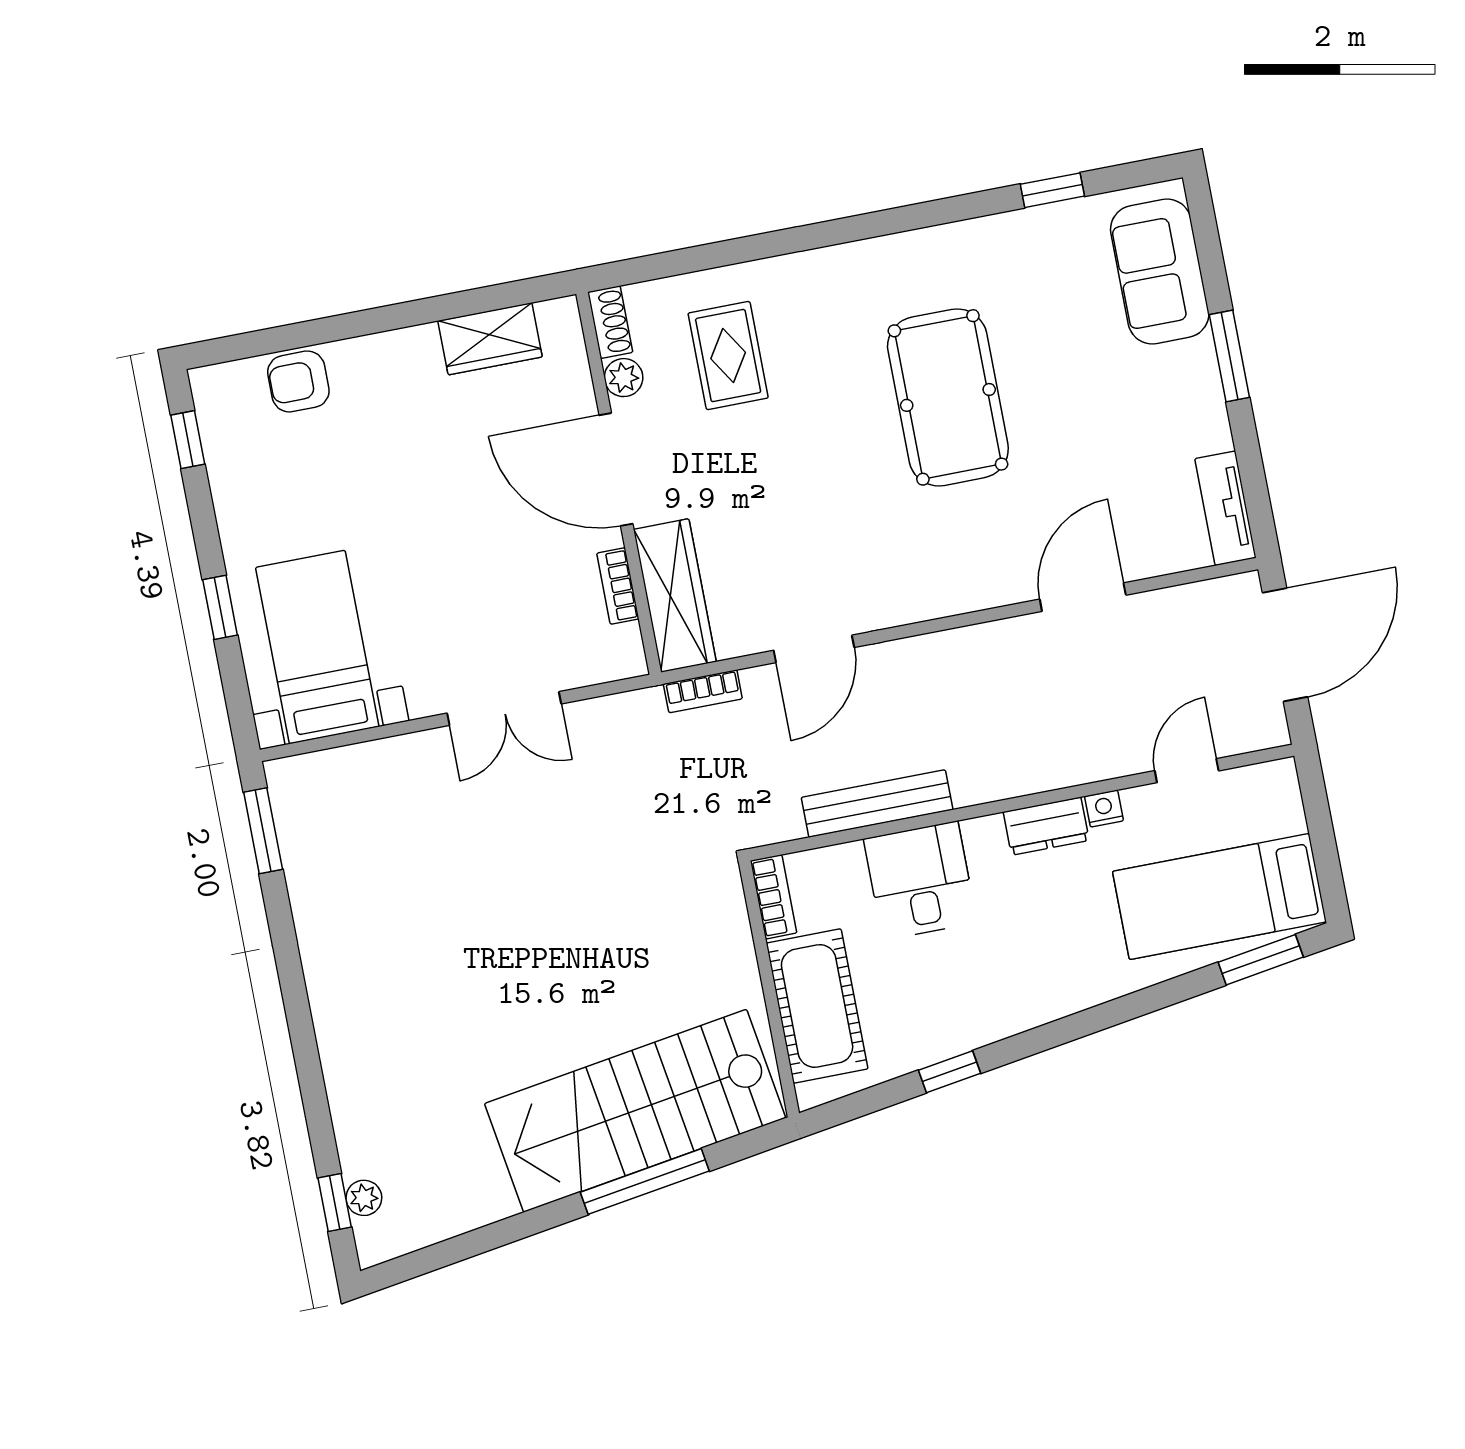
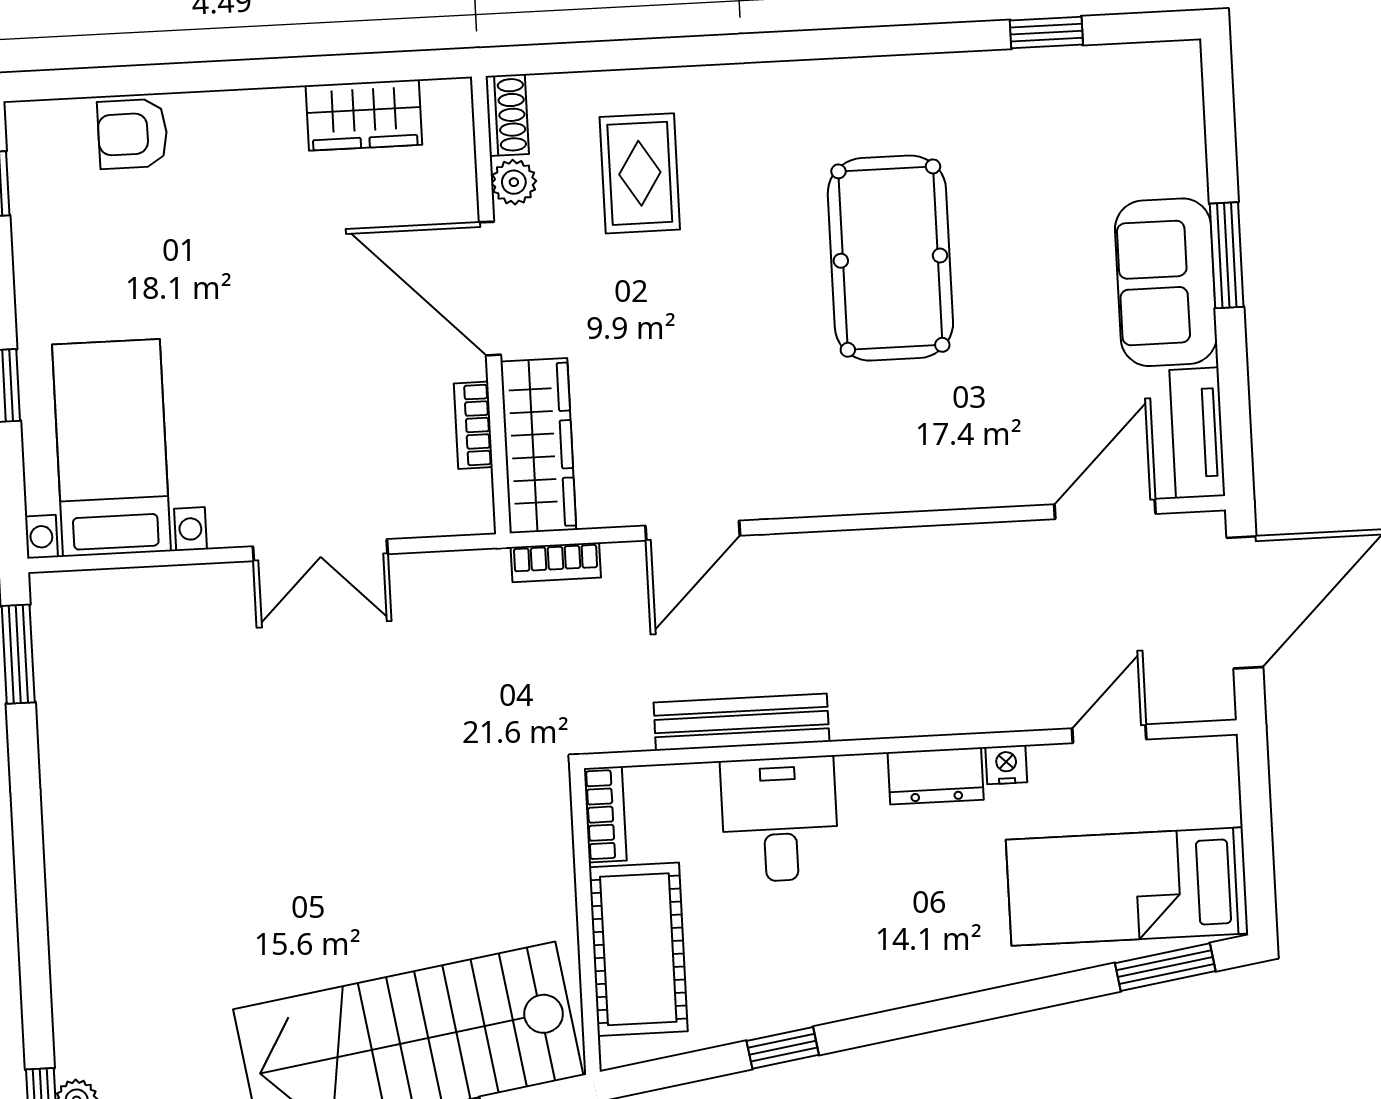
sofa: (1160, 272) -> (1166, 282), moved
door: (1083, 597) -> (1105, 509), moved

